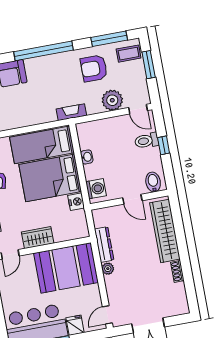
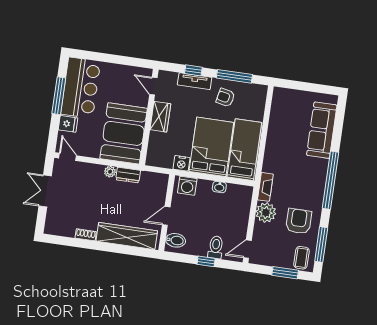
plant: (112, 100) -> (266, 213), moved
dresser: (104, 245) -> (128, 175), width x0.70

